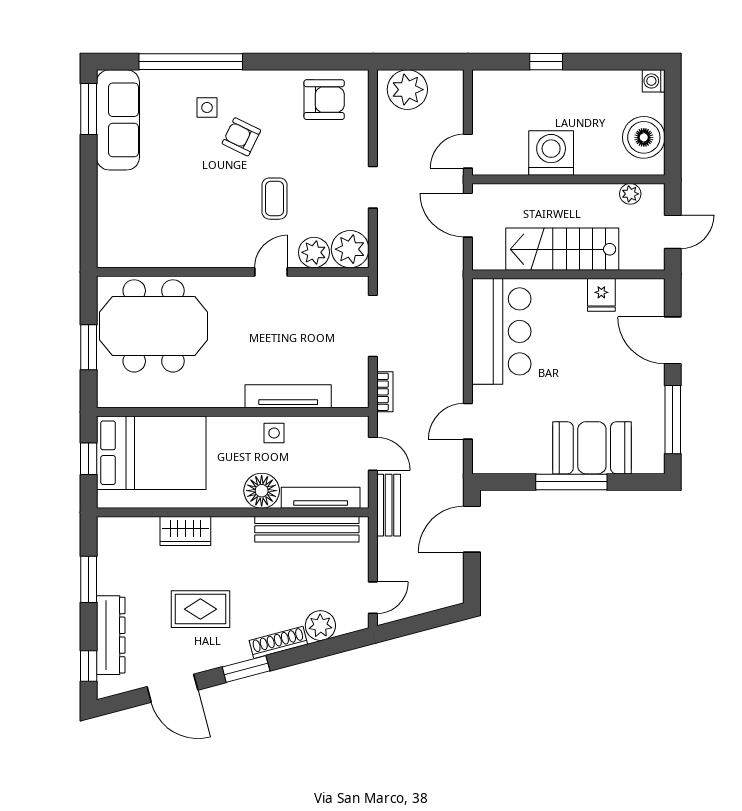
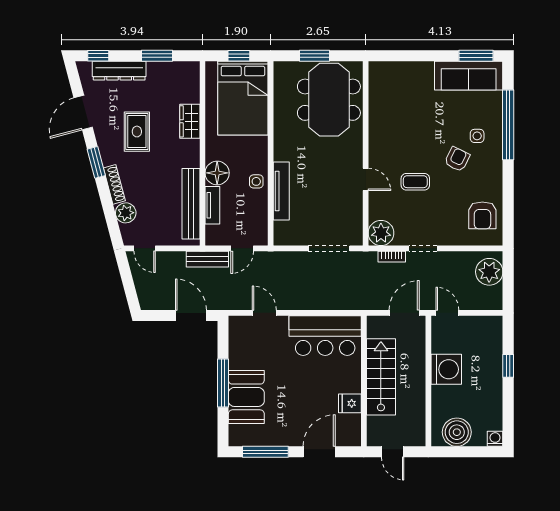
plant: (630, 194) -> (419, 423), removed
plant: (314, 252) -> (379, 208), removed
bookcase: (385, 392) -> (392, 257), moved
tv unit: (321, 498) -> (212, 205), width x0.71

